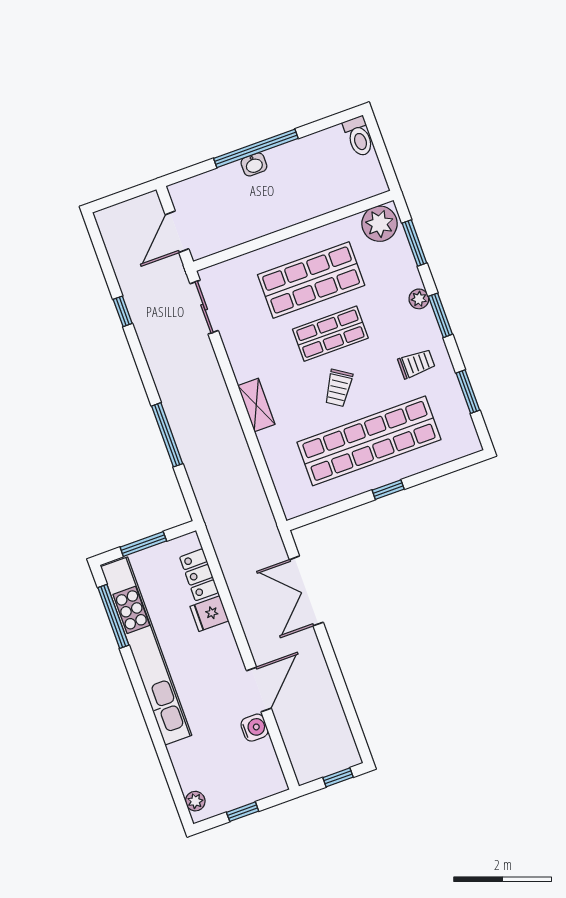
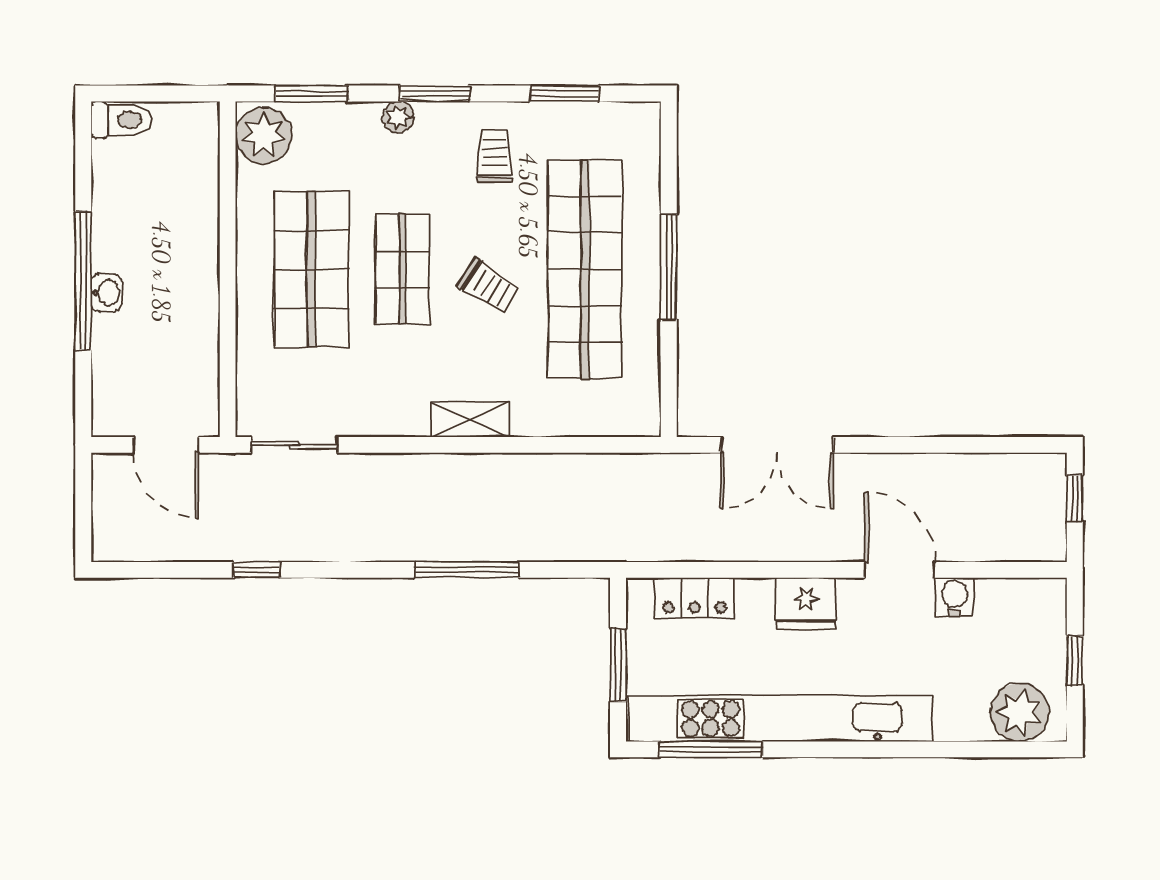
window: (388, 490) -> (669, 267), width x2.17
fridge: (209, 614) -> (806, 603), moved, width x1.38
plant: (195, 801) -> (1020, 712), width x1.87, depth x1.87

